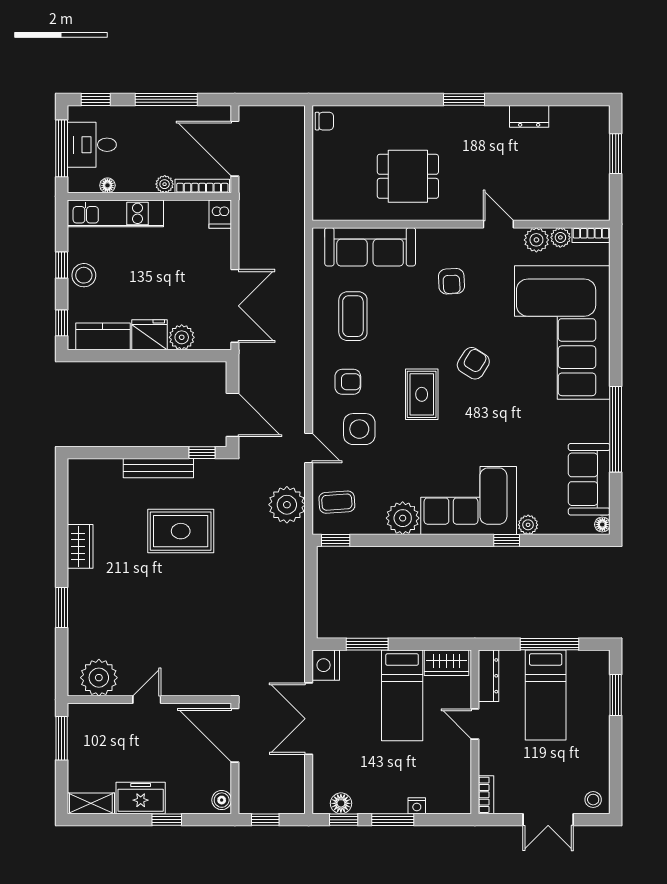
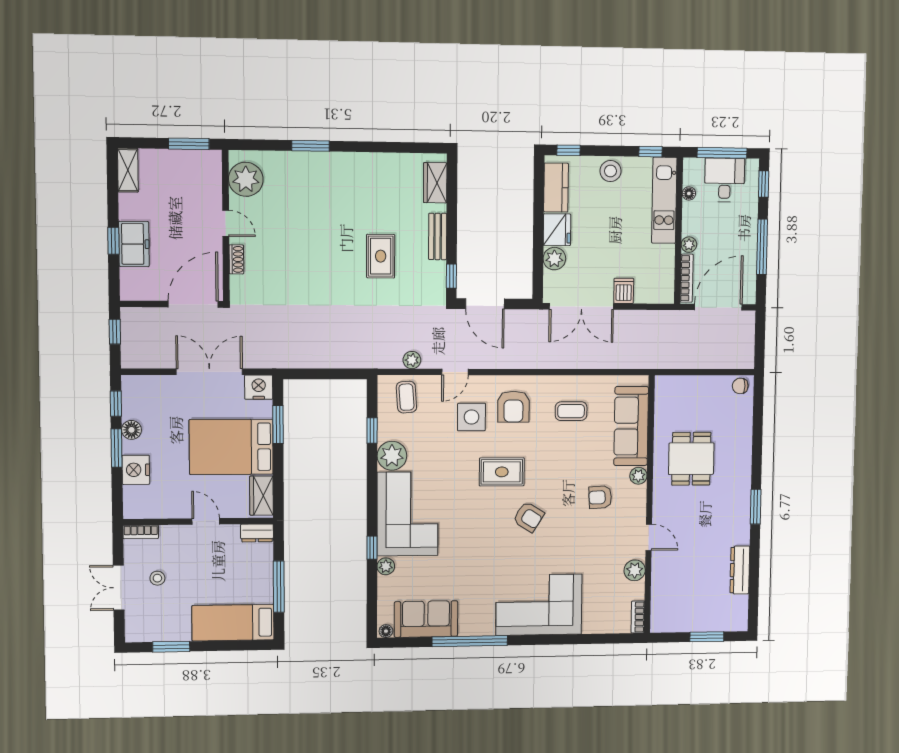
dresser: (529, 116) -> (740, 570), width x1.44
chair: (324, 121) -> (740, 386), turned 90
dishwasher: (220, 214) -> (624, 291), moved, turned 90
door: (498, 224) -> (649, 537), hinge flipped
plant: (560, 237) -> (638, 476), moved
window: (62, 265) -> (650, 152), moved
coffee table: (353, 316) -> (571, 411), width x0.73, depth x0.77
corner sofa: (562, 332) -> (539, 605), width x0.73, depth x0.74
armchair: (348, 382) -> (513, 407), width x1.38, depth x1.38
door: (232, 415) -> (485, 304), hinge flipped
bench: (158, 468) -> (438, 236), width x0.73
plant: (287, 505) -> (412, 360), width x0.53, depth x0.53
rug: (181, 531) -> (381, 256), width x0.73, depth x0.70
window: (336, 540) -> (372, 431), moved
wardrobe: (80, 546) -> (435, 183), moved, turned 90
dresser: (488, 676) -> (257, 533), width x0.70
shoe rack: (186, 688) -> (236, 259), added
bed: (402, 695) -> (231, 447), width x1.50
bed: (546, 695) -> (233, 623), moved
window: (616, 695) -> (171, 647), moved
door: (475, 724) -> (206, 521), hinge flipped
freezer: (141, 798) -> (134, 244), moved
boiler: (222, 800) -> (133, 292), removed
stool: (593, 800) -> (157, 578), moved
floor lamp: (341, 803) -> (131, 430), moved
nightstand: (417, 806) -> (136, 470), width x1.89, depth x1.79

